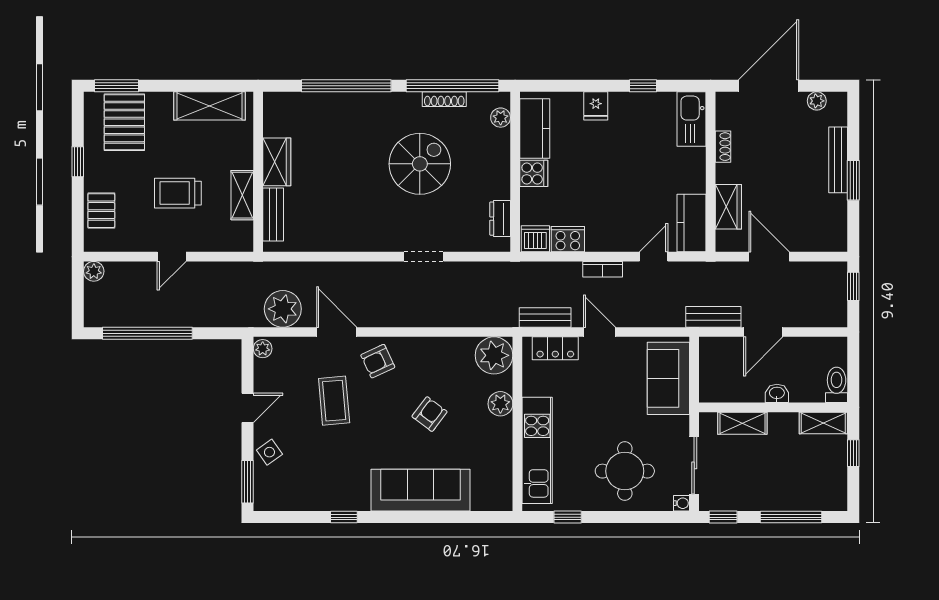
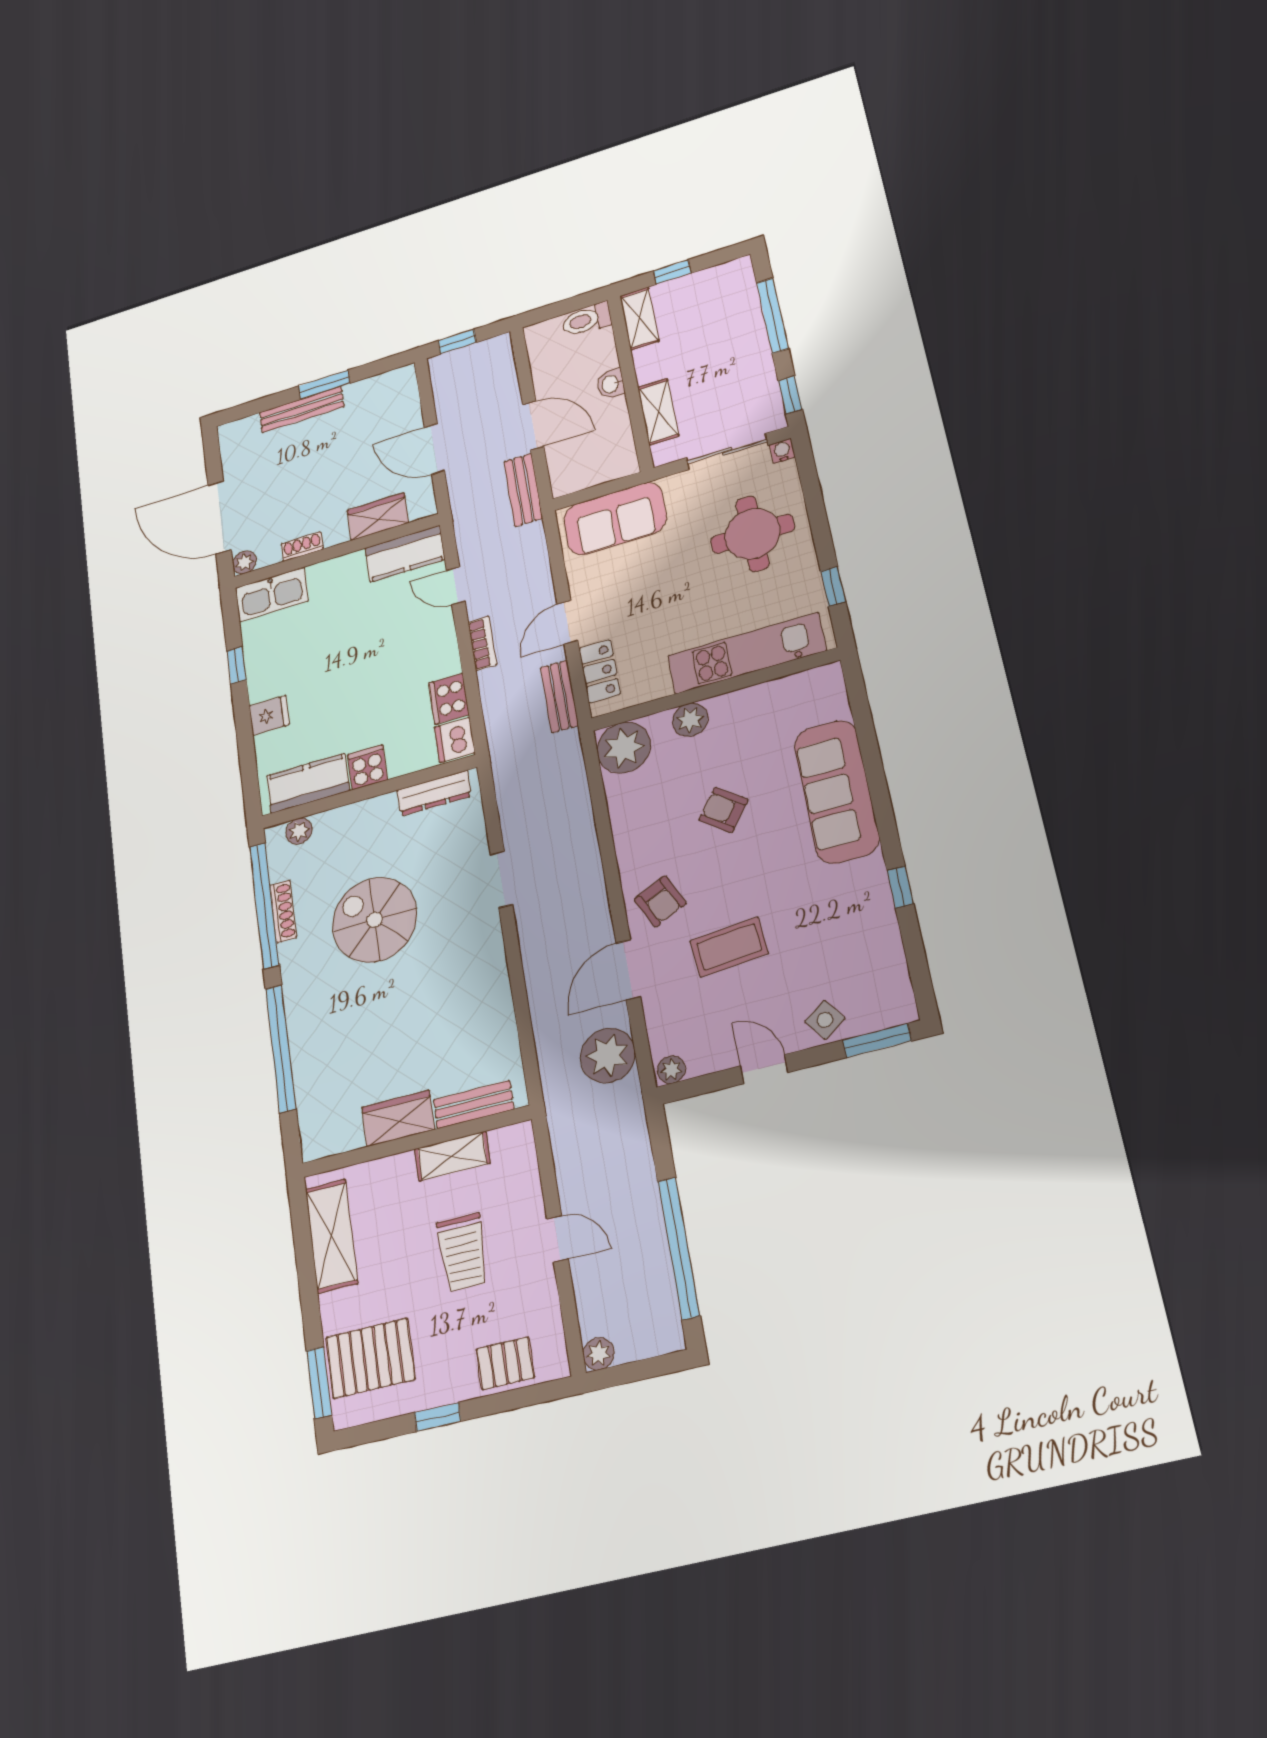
plant: (817, 101) -> (244, 562), moved
dresser: (500, 219) -> (434, 793), width x1.44
door: (769, 257) -> (434, 449), hinge flipped

